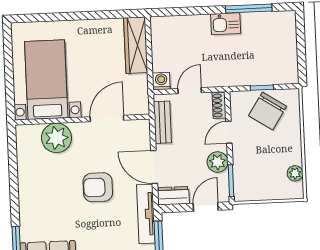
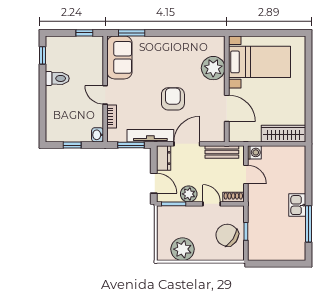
plant: (295, 173) -> (183, 249), width x1.88, depth x1.88

